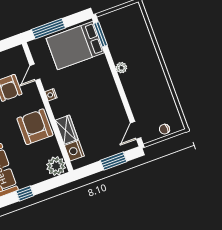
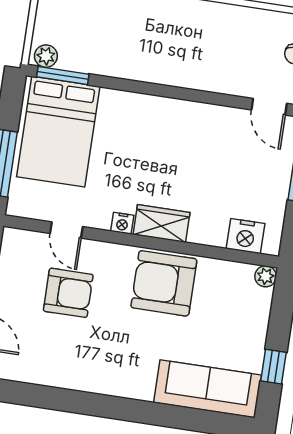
plant: (121, 68) -> (46, 56), moved
wardrobe: (67, 130) -> (162, 223), moved
plant: (56, 166) -> (266, 276), width x0.53, depth x0.53

